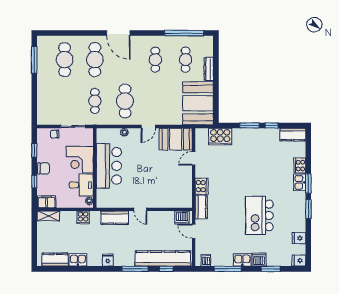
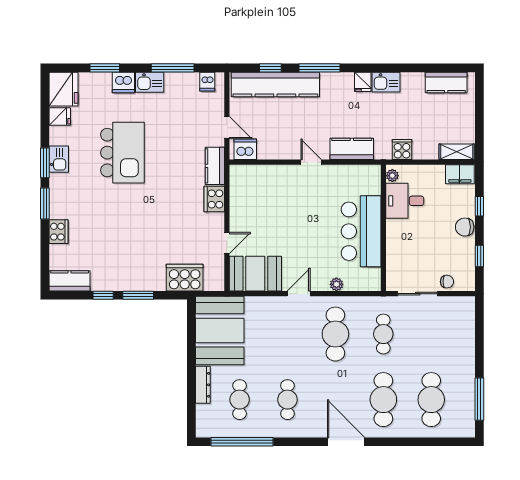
corner desk: (80, 160) -> (407, 241), removed
kitchen sink: (300, 182) -> (59, 159), moved
kitchen sink: (78, 260) -> (386, 82), moved
fridge: (299, 261) -> (64, 89), width x1.88, depth x1.34

